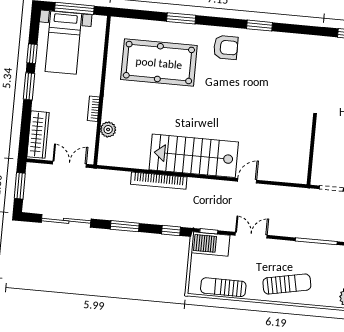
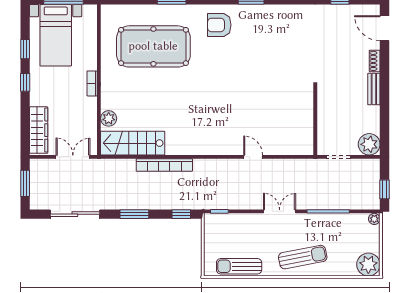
armchair: (226, 47) -> (219, 25), turned 180
window: (29, 86) -> (25, 82), width x0.67
bookcase: (94, 109) -> (92, 83), moved
stairs: (194, 156) -> (133, 143), moved, width x0.73, depth x0.66
door: (247, 181) -> (253, 157), hinge flipped
double door: (251, 235) -> (280, 211), moved
barbecue: (210, 244) -> (222, 224), removed

